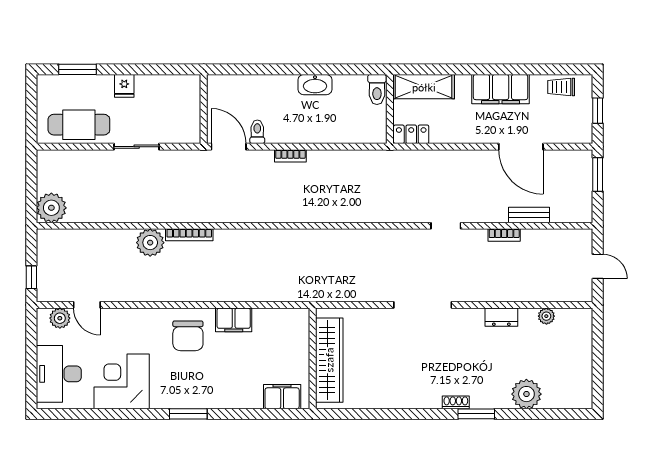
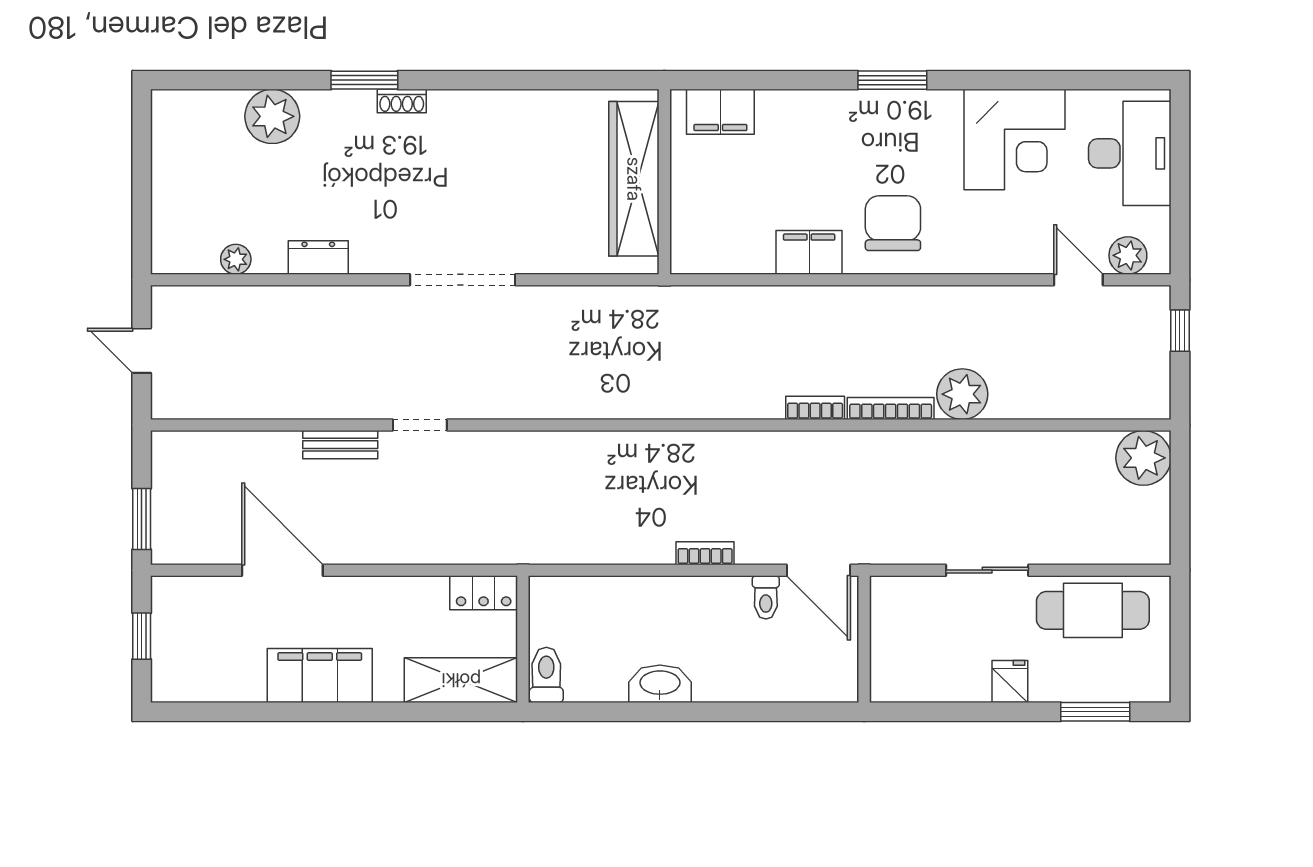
trolley: (561, 87) -> (209, 679), removed
bench: (529, 215) -> (340, 445), moved
bookcase: (504, 235) -> (815, 408), moved

